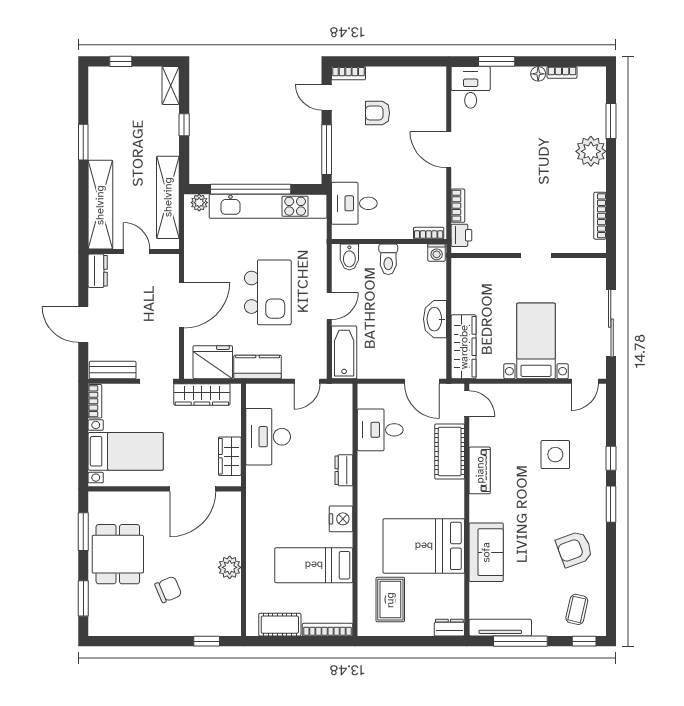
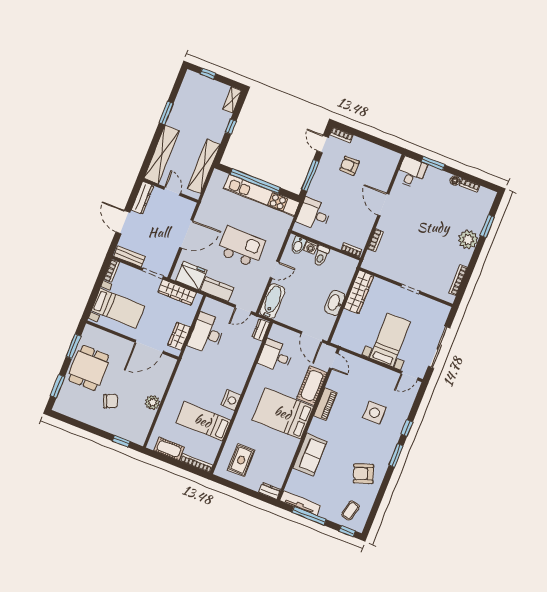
plant: (199, 203) -> (221, 177), removed
printer: (461, 235) -> (371, 259), removed
washing machine: (437, 253) -> (311, 247), moved
dresser: (98, 271) -> (142, 198), width x1.44
kitchen island: (268, 292) -> (241, 247), turned -90
wardrobe: (464, 347) -> (359, 292), moved
dresser: (344, 470) -> (261, 330), moved
bed: (424, 546) -> (283, 413), moved

